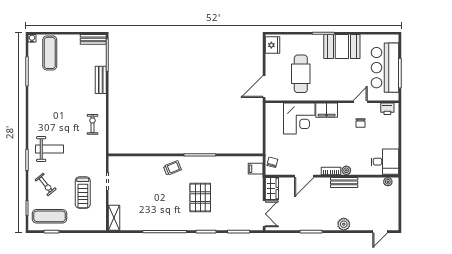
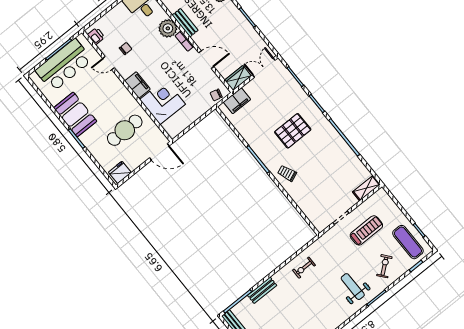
filing cabinet: (256, 169) -> (237, 101), width x2.00
plant: (346, 170) -> (168, 28), width x1.87, depth x1.87

